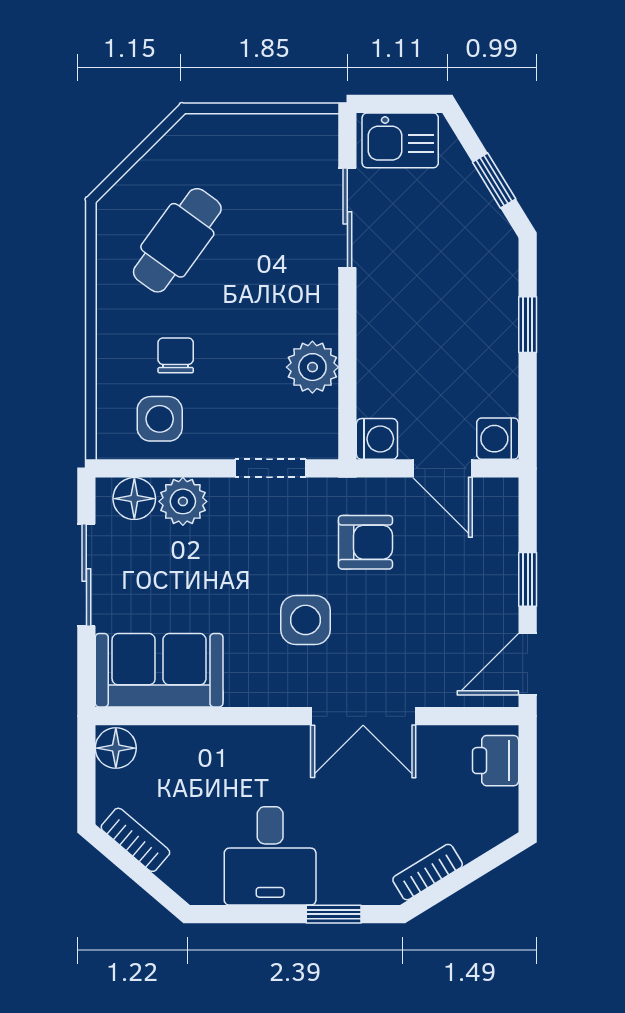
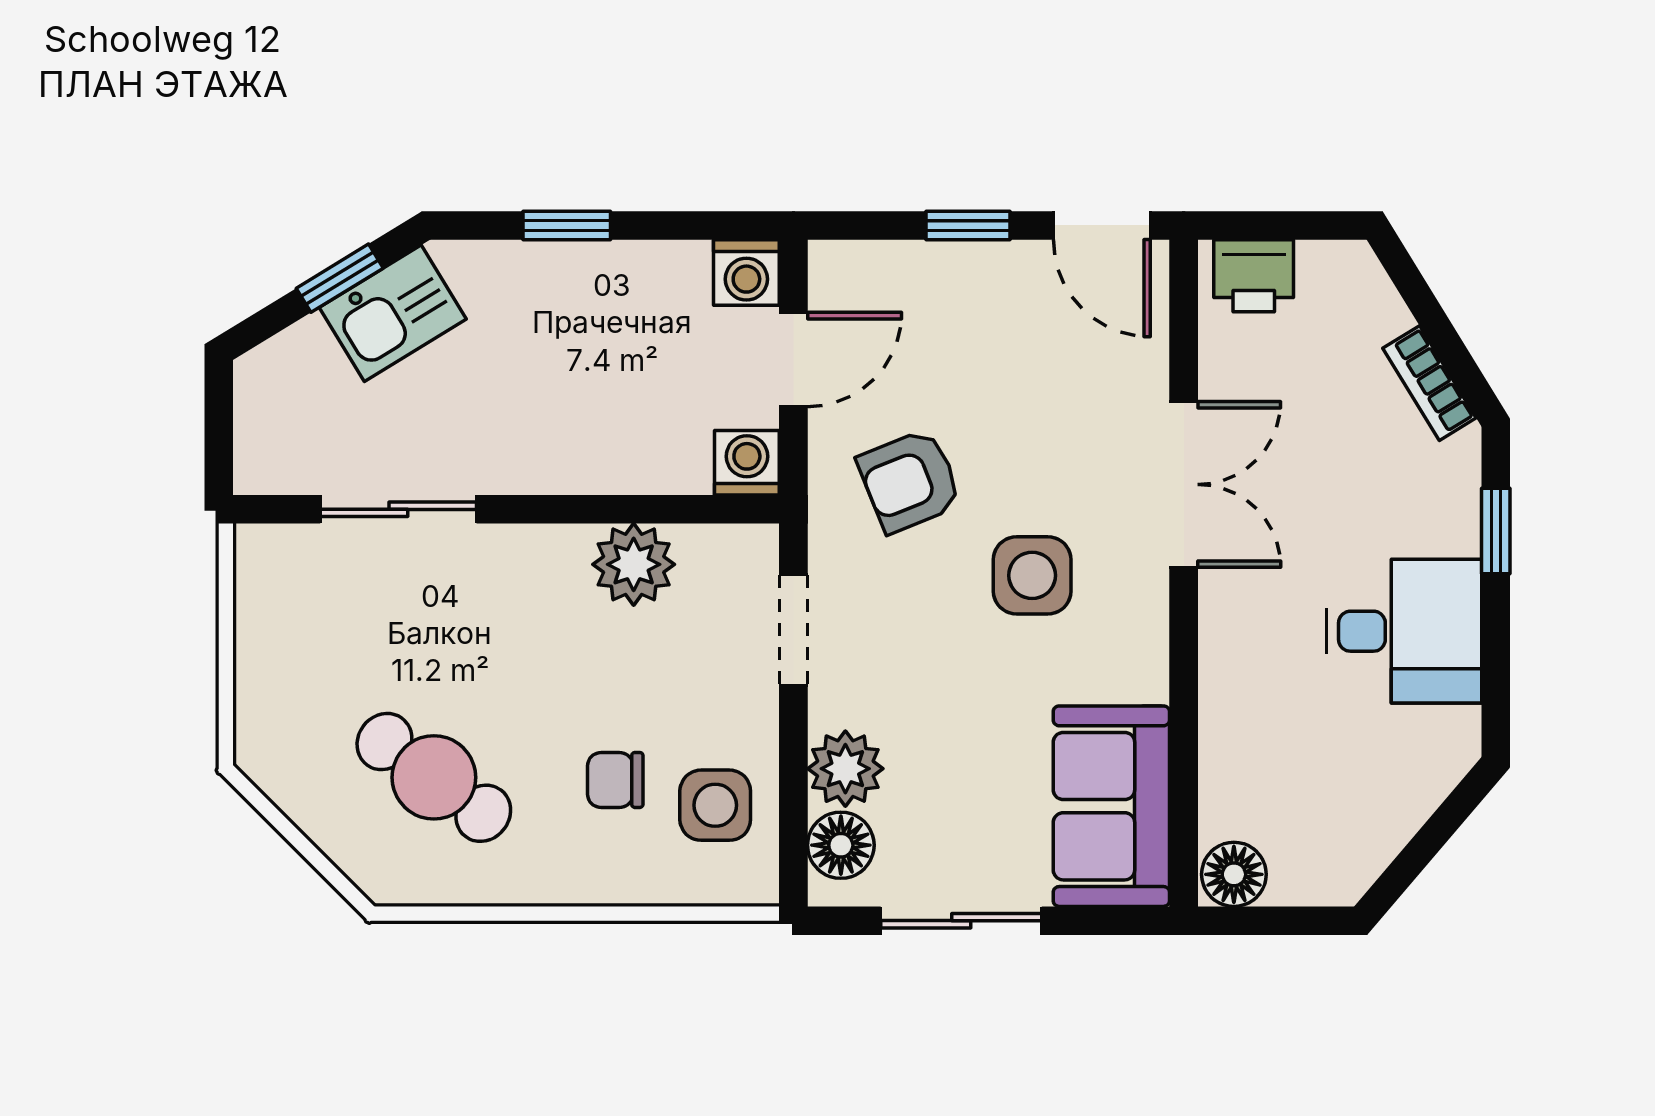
kitchen sink: (400, 140) -> (393, 313), moved, turned 59
armchair: (365, 542) -> (910, 481), turned -112
bookcase: (135, 840) -> (1379, 843), removed

